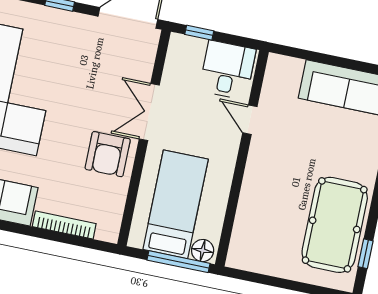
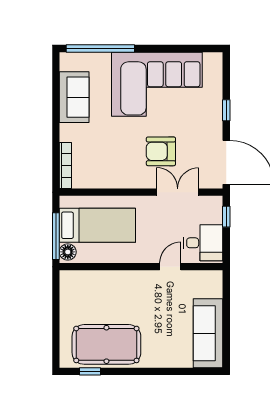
double door: (149, 112) -> (178, 192), moved
armchair: (108, 154) -> (161, 151), moved
bookcase: (64, 225) -> (65, 165), moved

